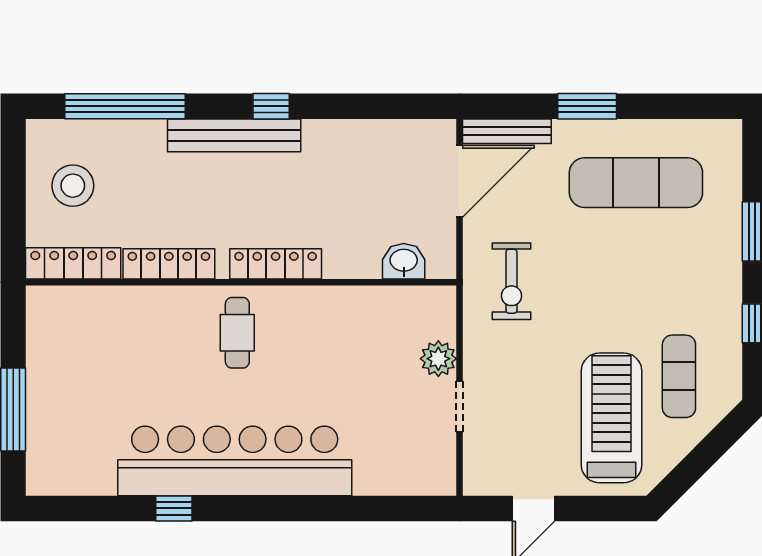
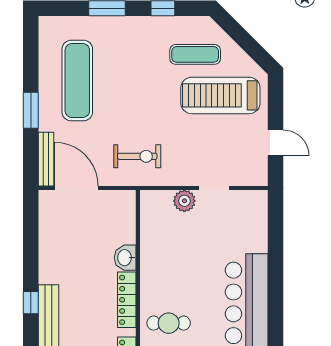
washbasin: (404, 261) -> (125, 258), moved

